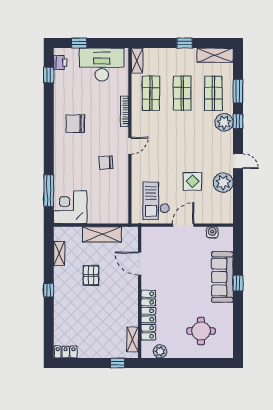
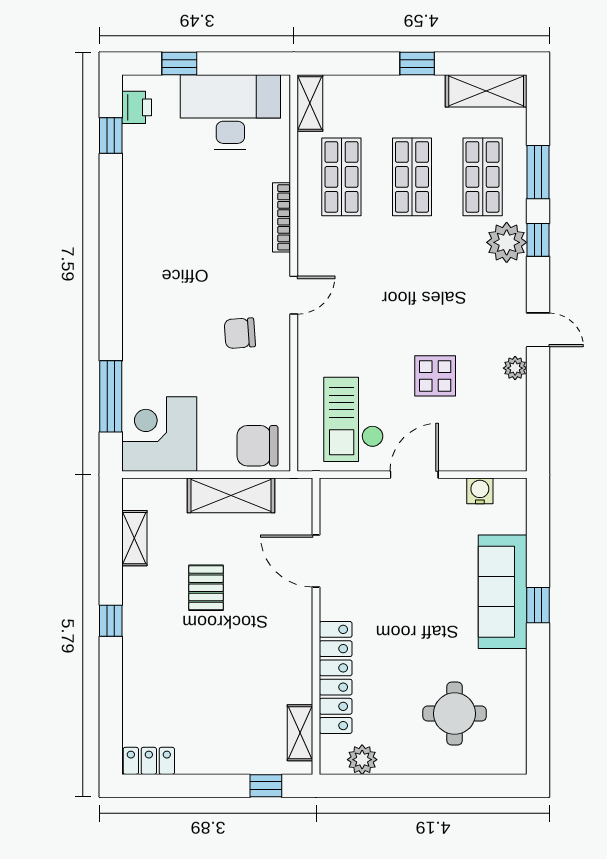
chair: (75, 124) -> (258, 446), moved
plant: (223, 183) -> (515, 368), width x0.53, depth x0.53

